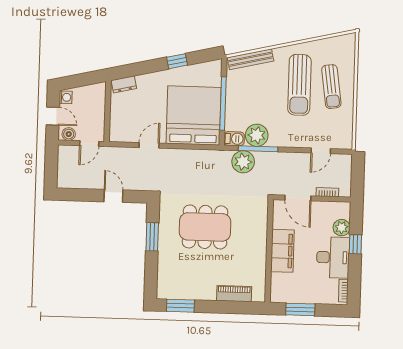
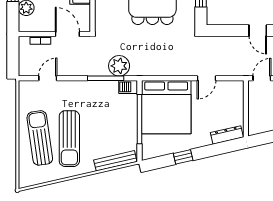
dresser: (124, 84) -> (227, 135), width x1.44
sun lounger: (299, 85) -> (69, 139), turned 180
sun lounger: (331, 87) -> (40, 138), width x1.36, depth x1.34
plant: (257, 135) -> (107, 91), removed
door: (113, 196) -> (258, 31), moved

